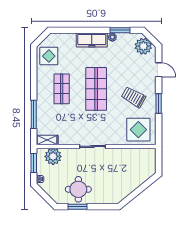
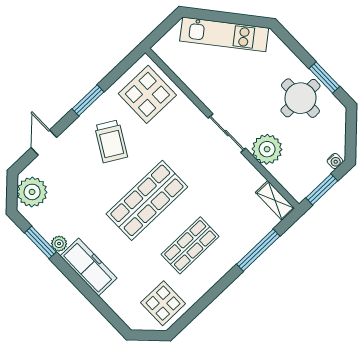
plant: (53, 156) -> (267, 149), moved
kitchen unit: (133, 183) -> (224, 34), added

